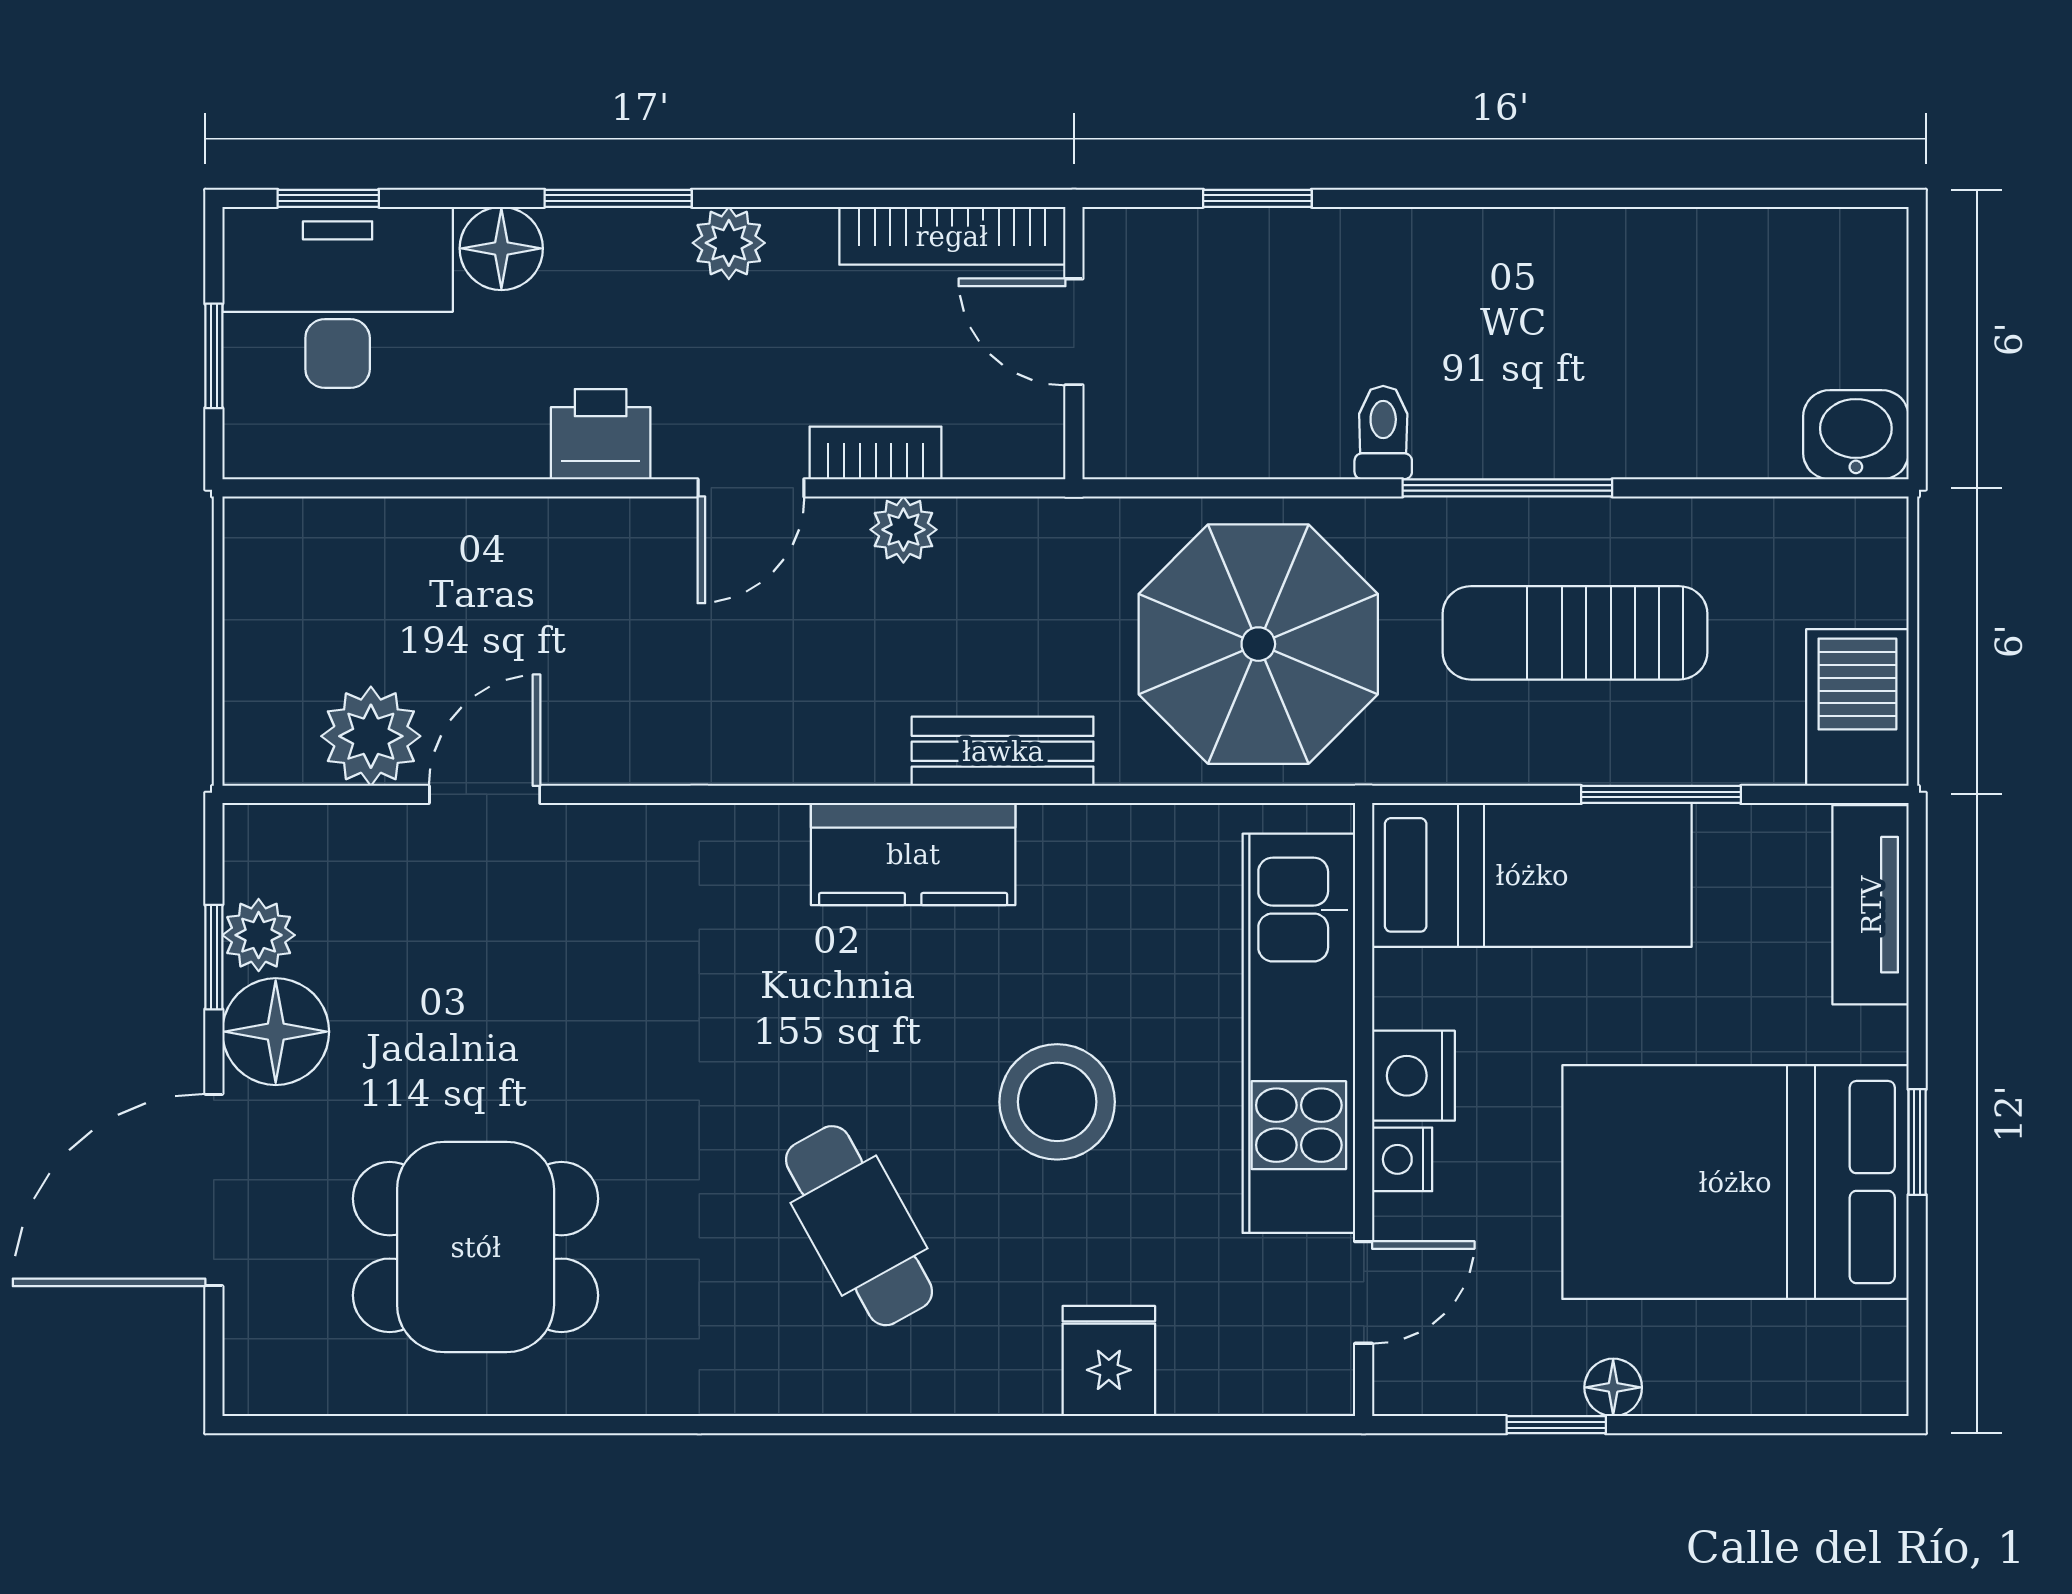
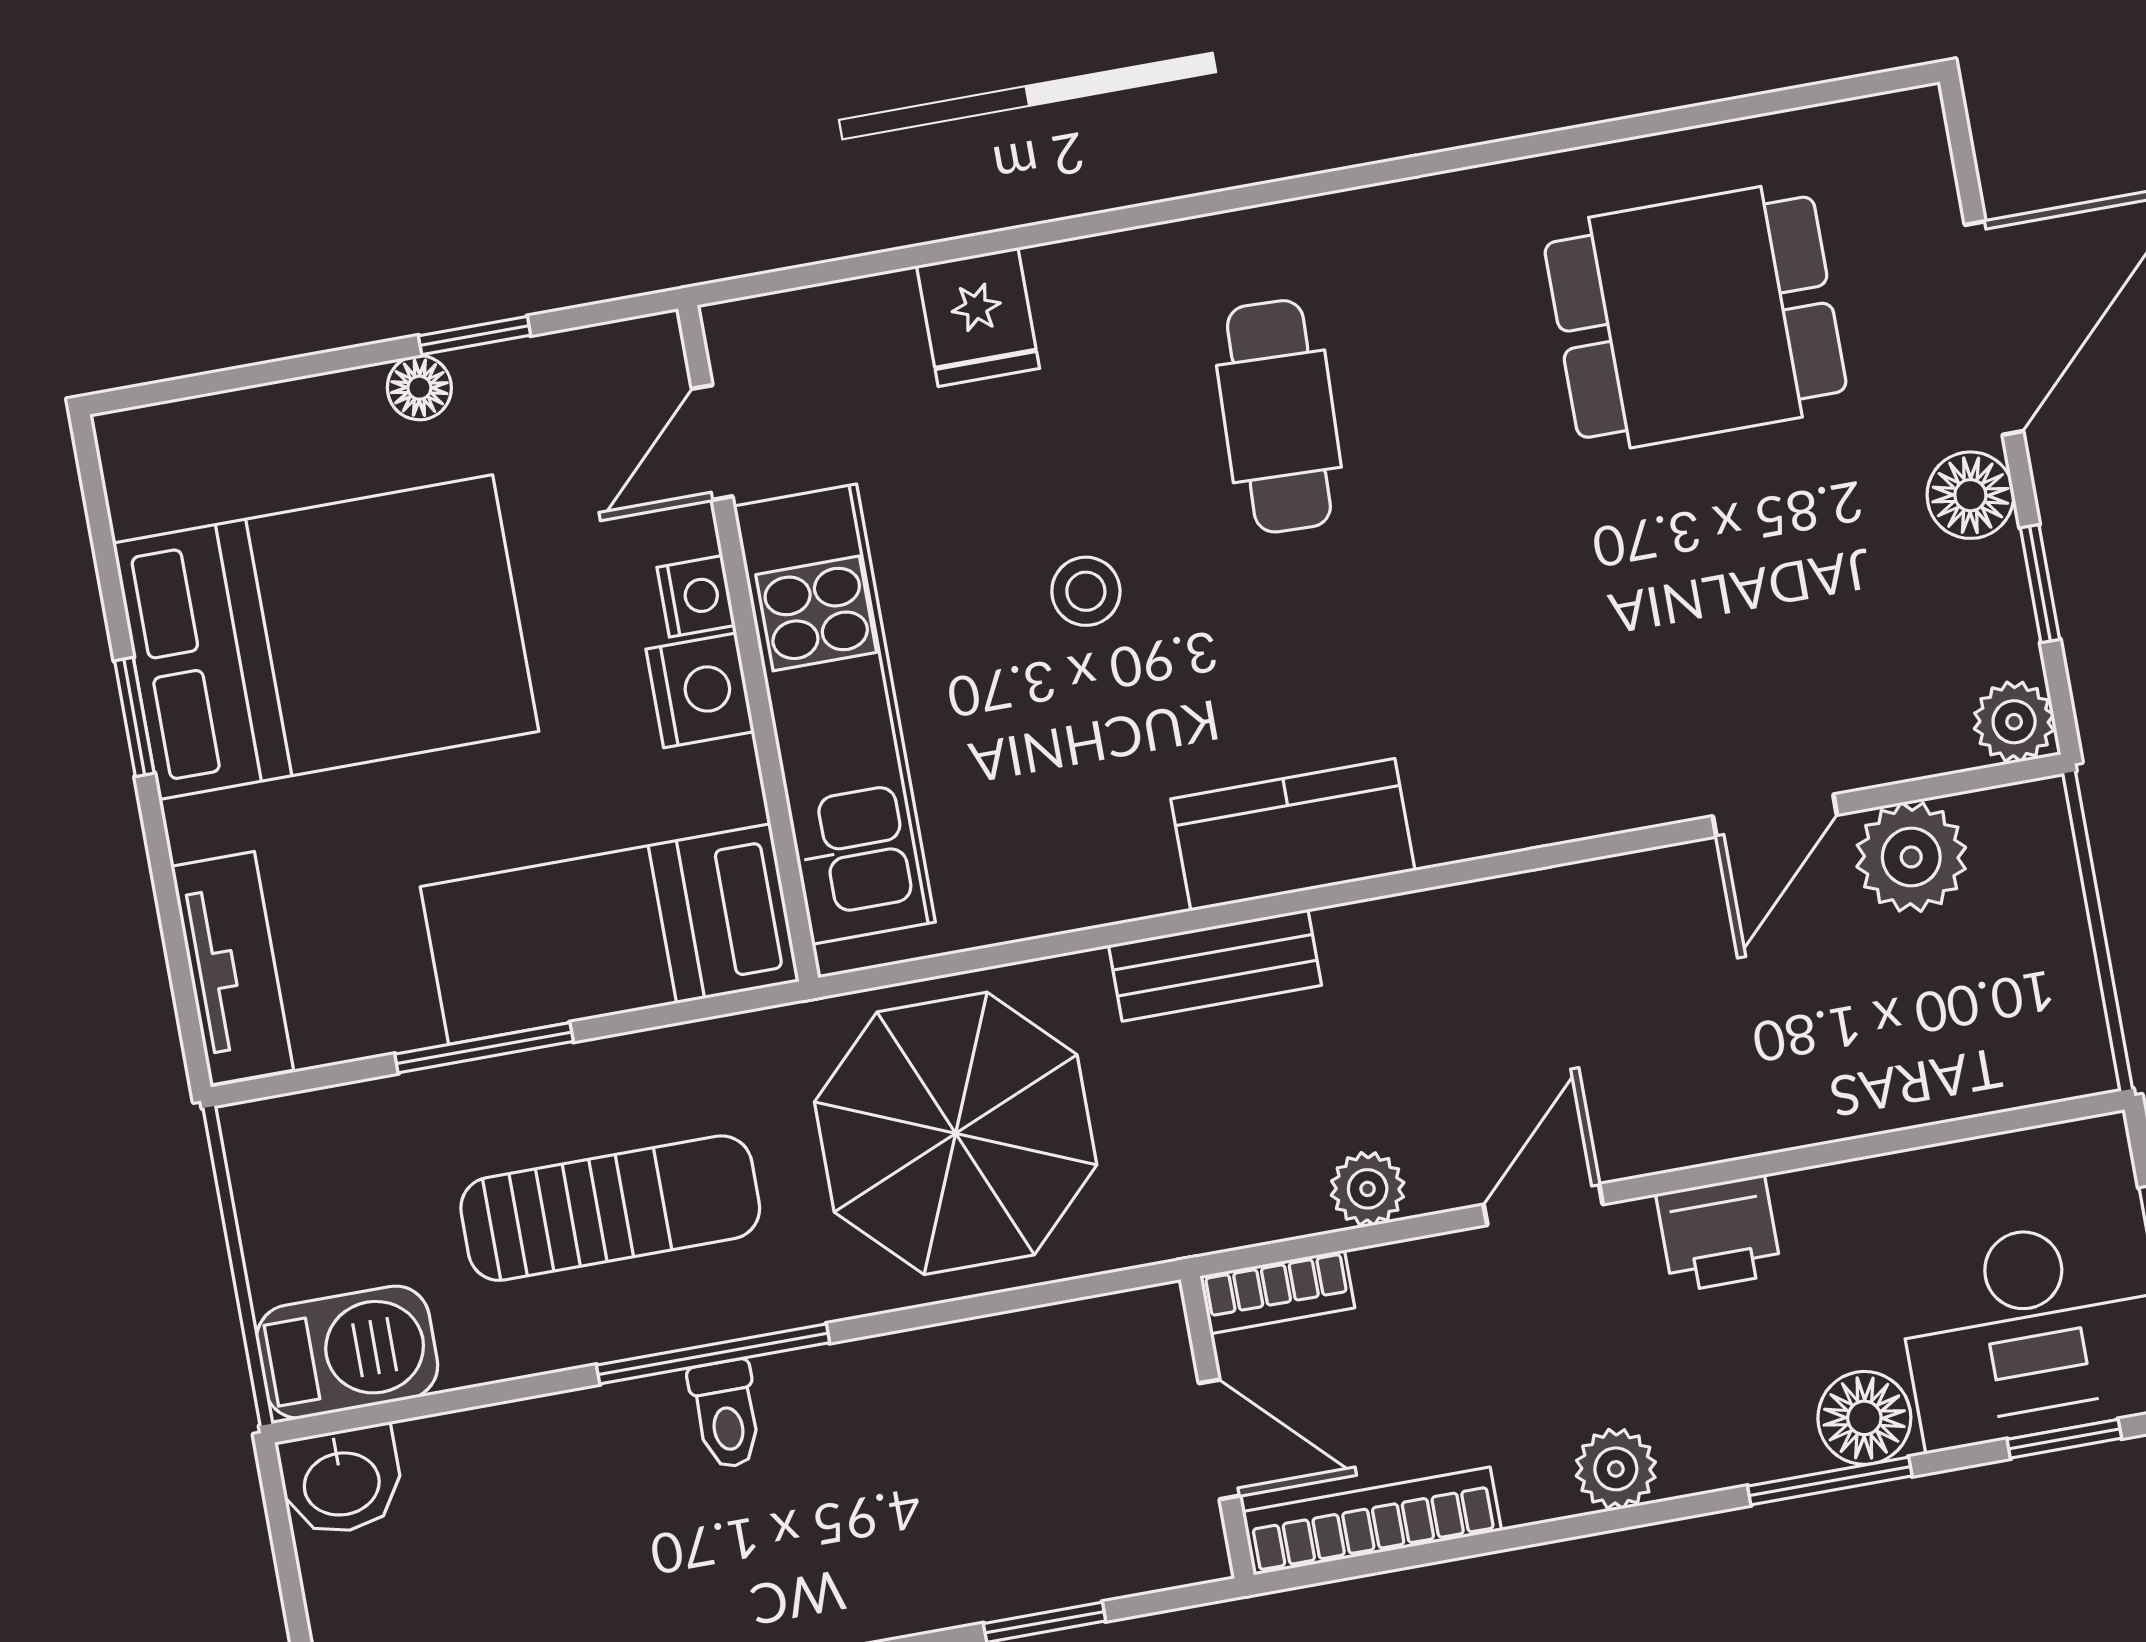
window: (618, 198) -> (1830, 1481), moved
toilet: (1383, 433) -> (726, 1414), moved
bookcase: (876, 453) -> (1277, 1292), moved
barbecue: (1857, 708) -> (347, 1352), moved, turned -90
plant: (259, 935) -> (2014, 722), moved
floor lamp: (276, 1032) -> (1970, 495), width x0.73, depth x0.73
stool: (1057, 1102) -> (1086, 591), width x0.53, depth x0.53
cafe table: (859, 1226) -> (1279, 416), turned 31

